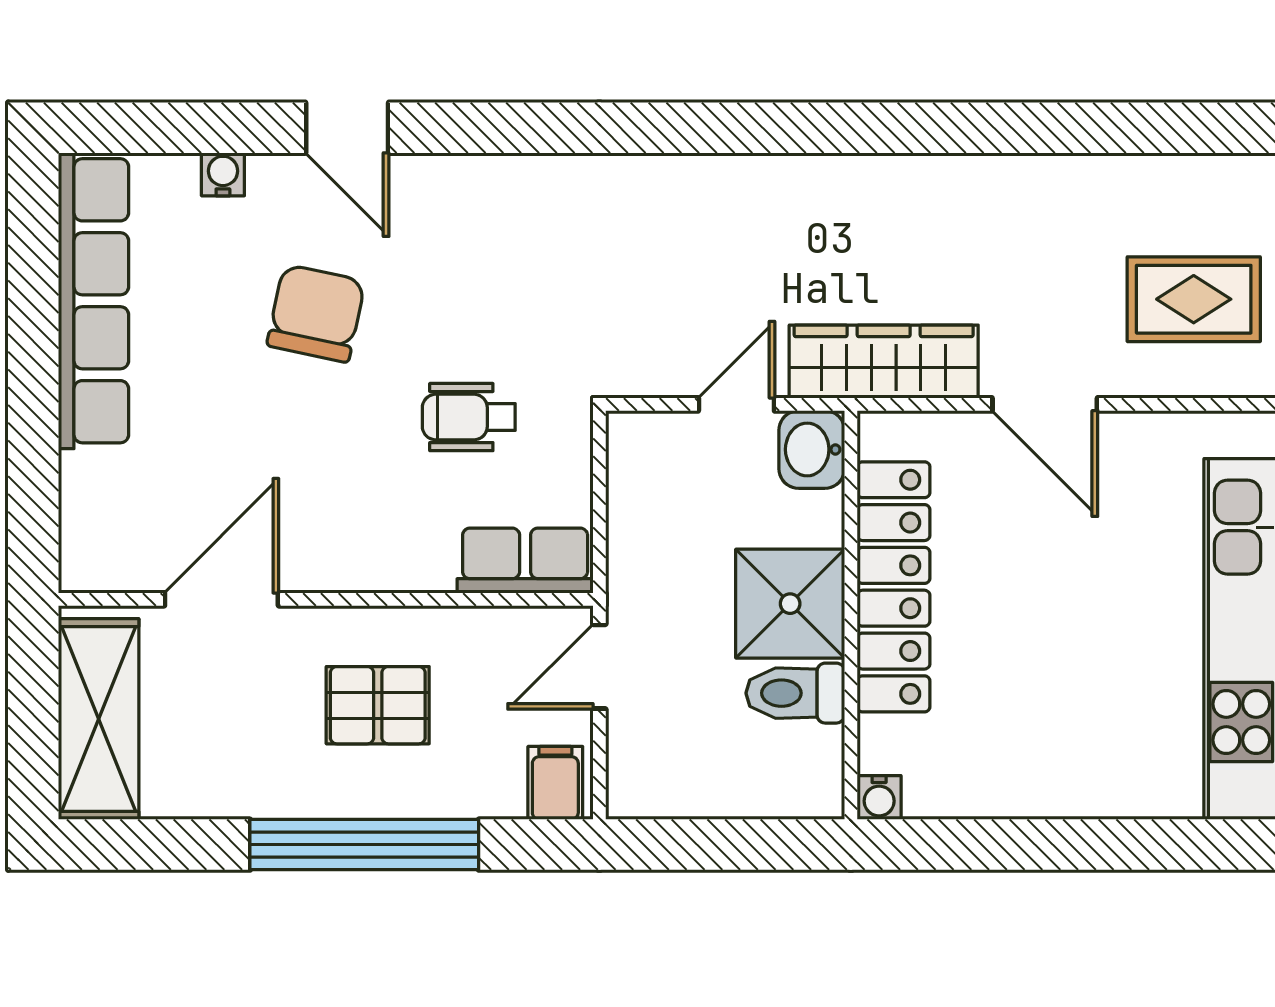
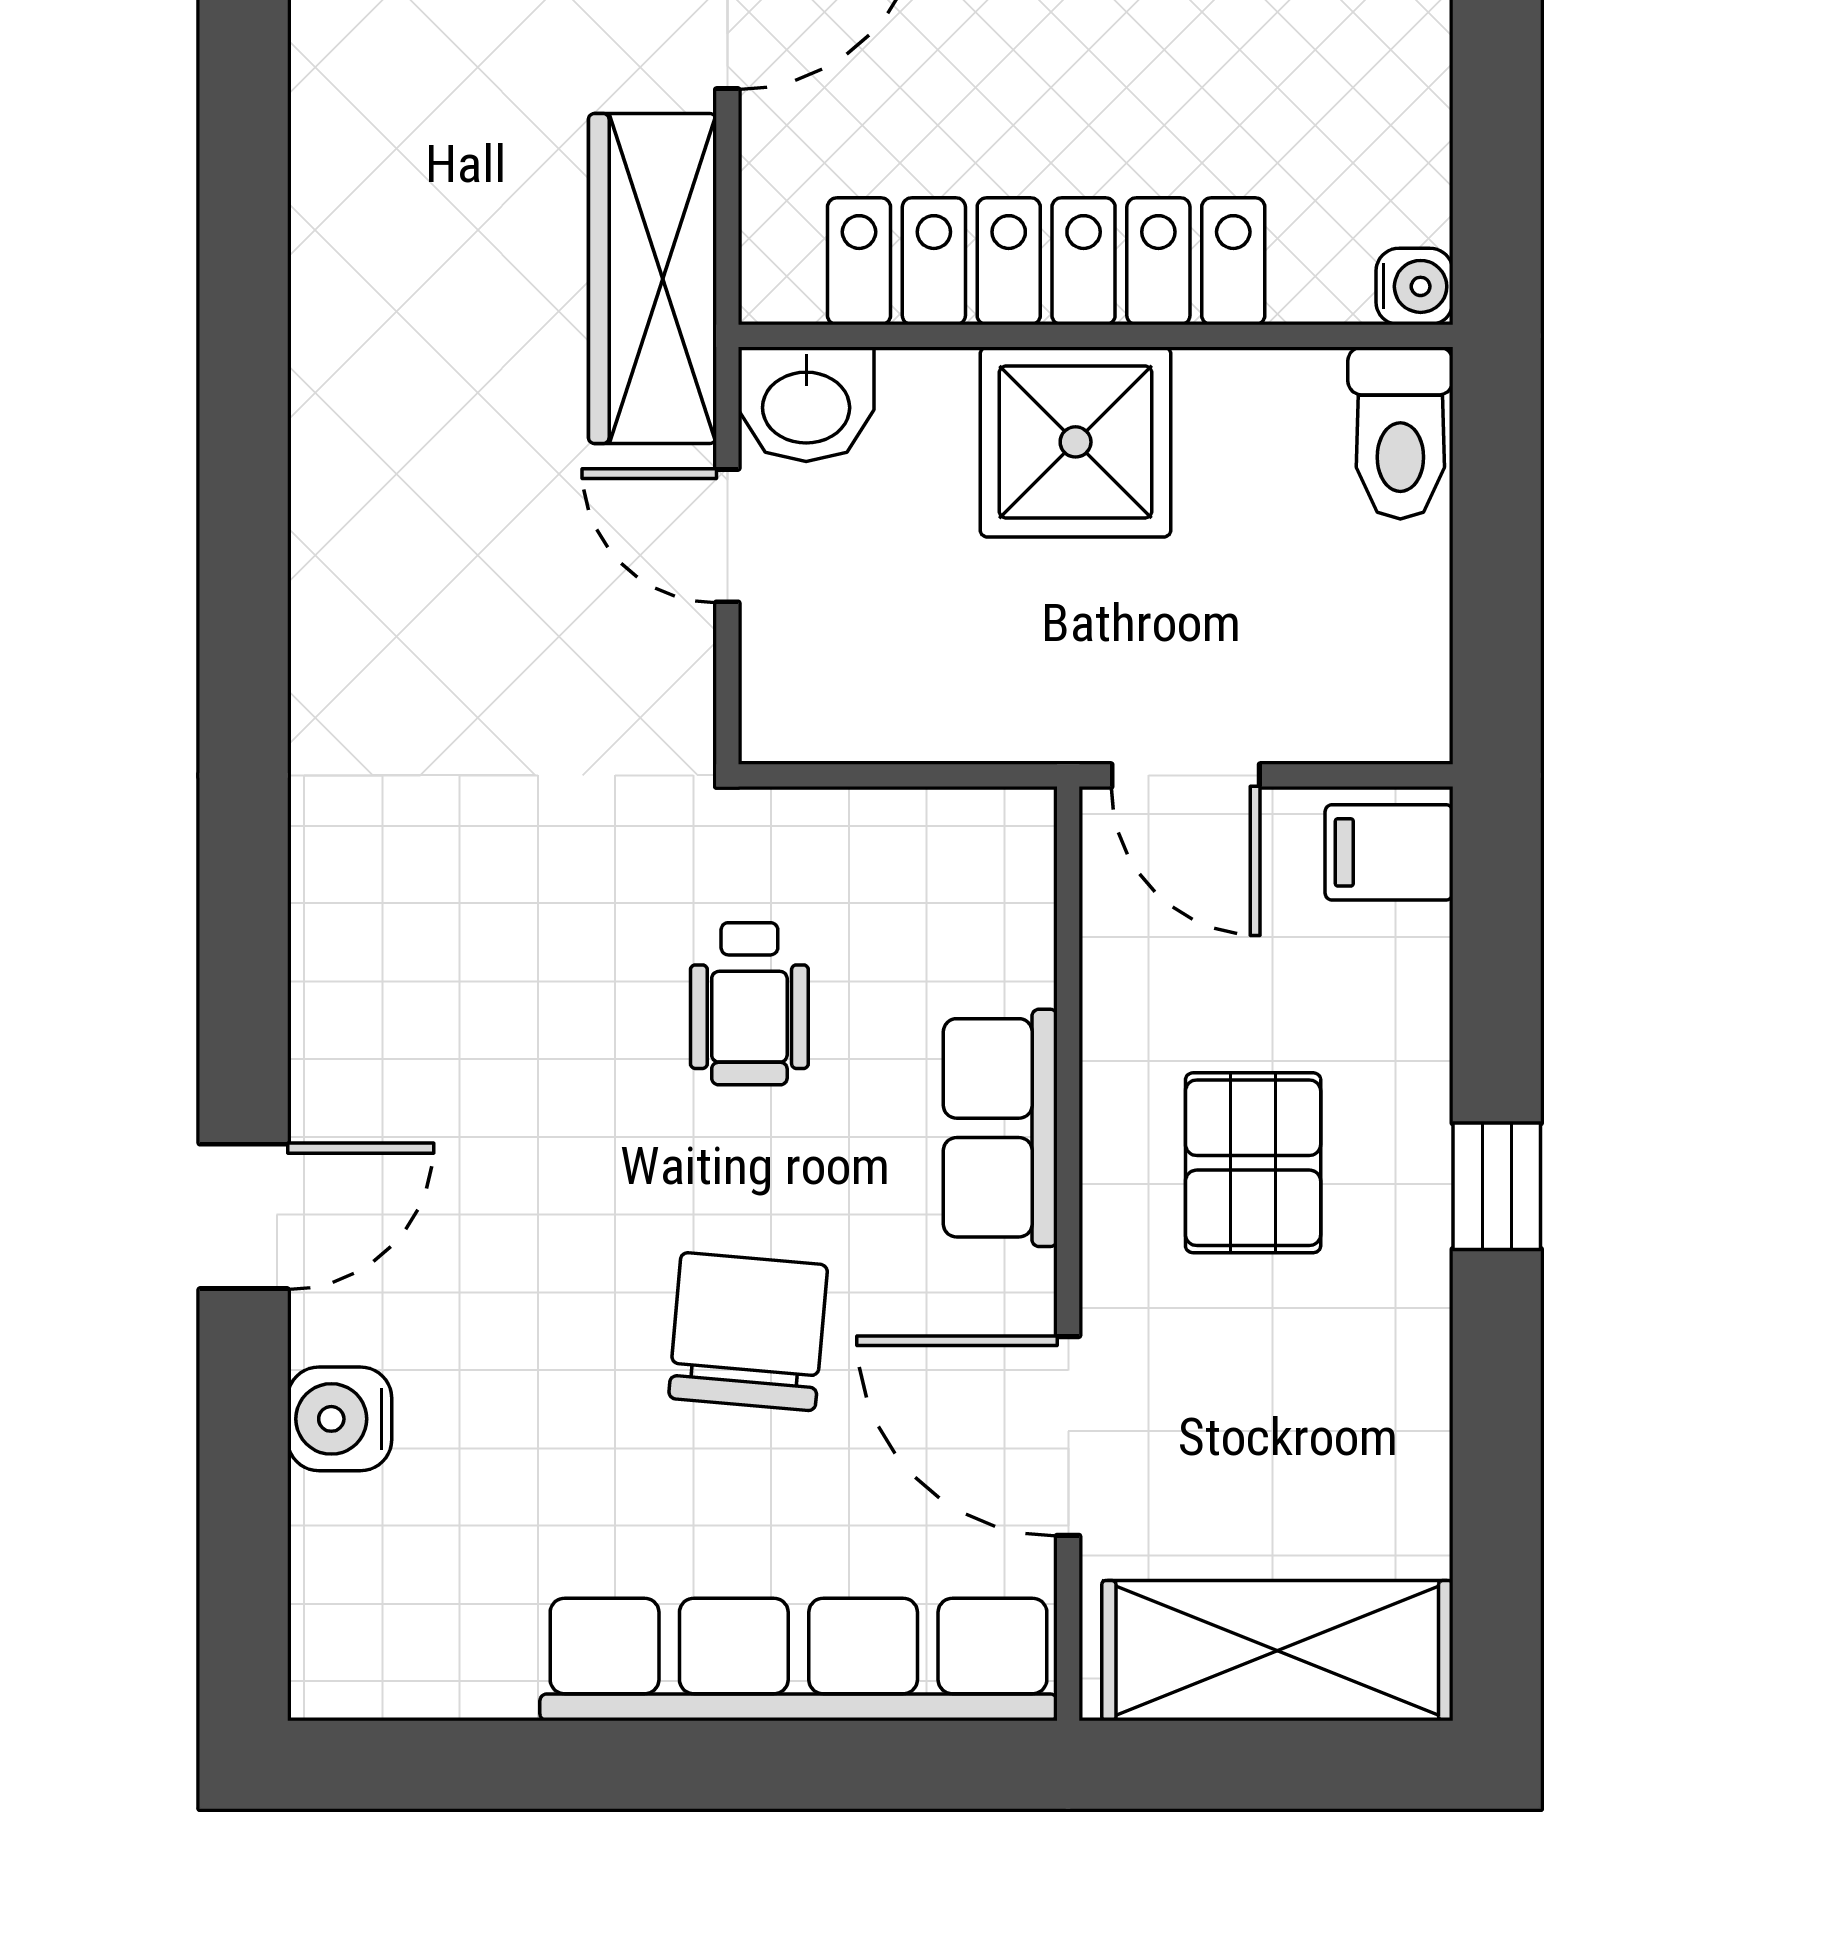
water cooler: (223, 174) -> (340, 1419), width x1.38, depth x1.38
row of seats: (94, 301) -> (798, 1659), moved
chair: (316, 313) -> (748, 1332), moved, turned 83
row of seats: (525, 561) -> (1000, 1128), moved
toilet: (795, 693) -> (1400, 433), moved
window: (364, 845) -> (1497, 1186), width x0.32

